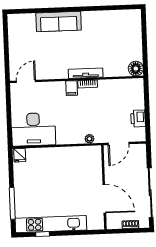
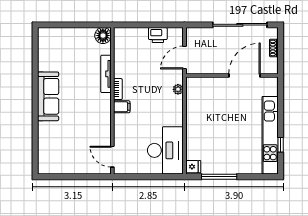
sofa: (59, 22) -> (48, 96), moved
tv unit: (86, 73) -> (106, 74), moved
door: (119, 143) -> (184, 58), swing flipped
window: (12, 203) -> (219, 177), moved

